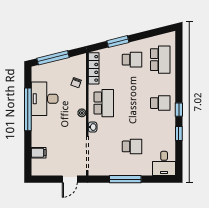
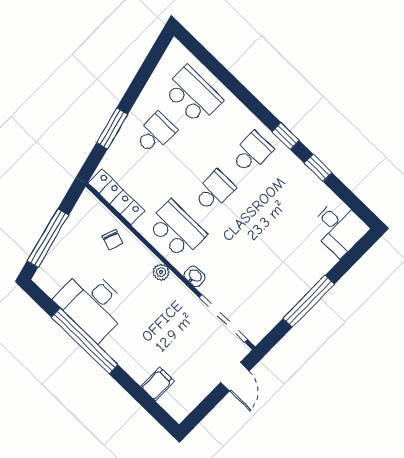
school desk: (132, 146) -> (214, 191), moved

